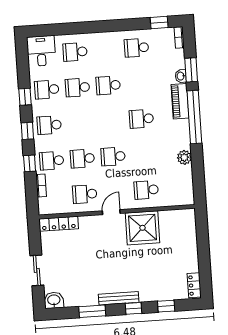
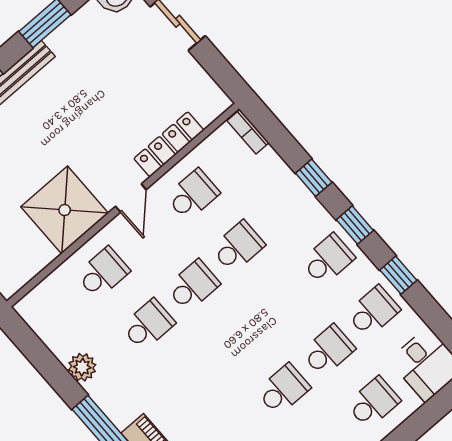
school desk: (141, 119) -> (148, 325), moved
school desk: (52, 161) -> (283, 208), removed
bookcase: (41, 186) -> (248, 132), moved
locker: (59, 224) -> (169, 144), moved

